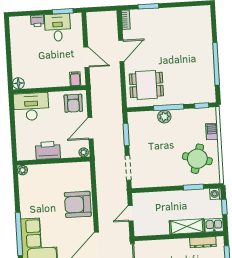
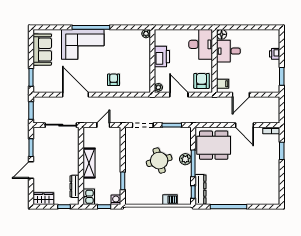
desk: (58, 28) -> (228, 51), moved, turned 180
dining table: (146, 85) -> (214, 145), width x1.38
dresser: (198, 97) -> (201, 189), added
armchair: (73, 103) -> (202, 81), turned 90
round table: (197, 159) -> (159, 161), moved, turned -31
armchair: (78, 204) -> (114, 80), width x0.53, depth x0.53
door: (131, 213) -> (103, 125), hinge flipped
shelving: (187, 226) -> (89, 163), moved

